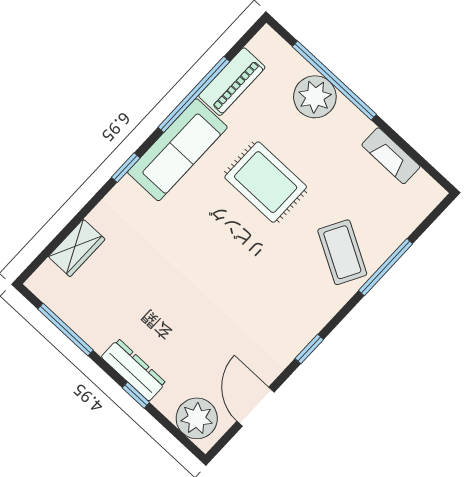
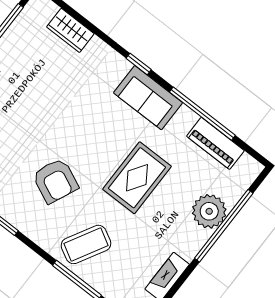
sofa: (177, 150) -> (148, 98), width x0.73
armchair: (260, 283) -> (55, 181), added

